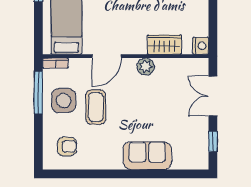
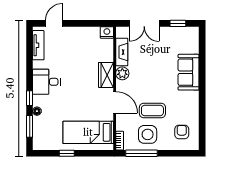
wardrobe: (164, 45) -> (106, 75), moved
fireplace: (174, 66) -> (122, 52), added

